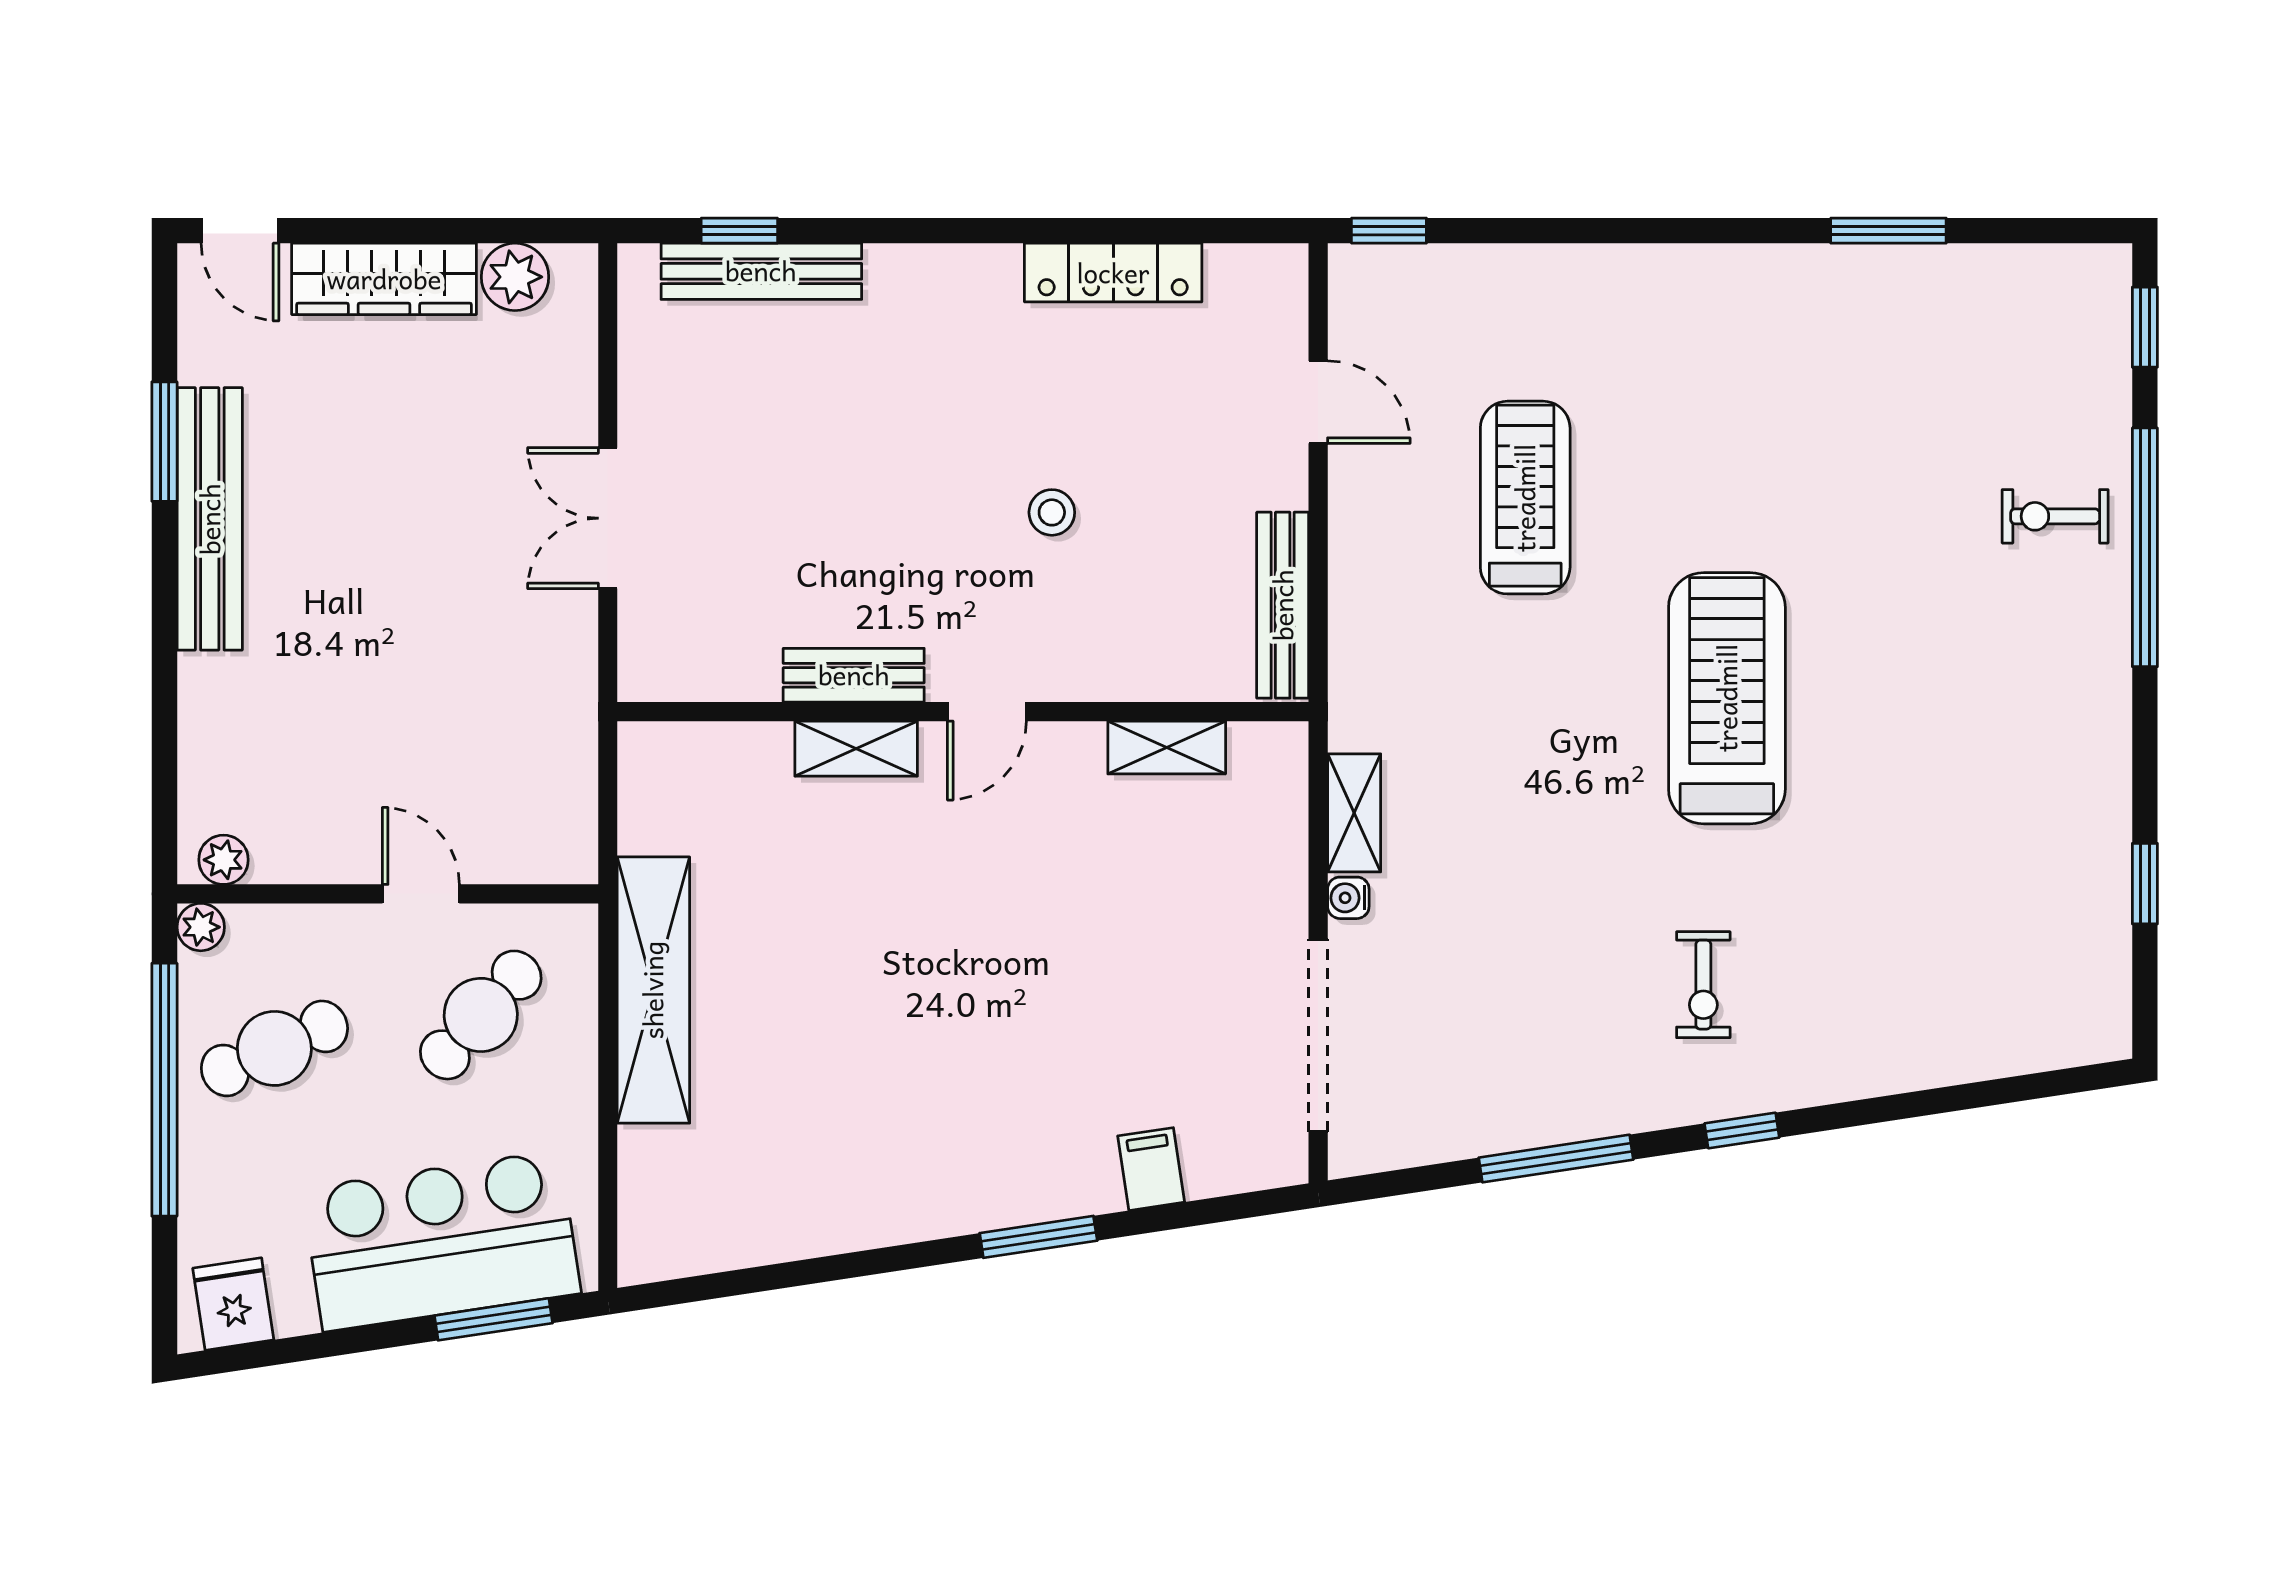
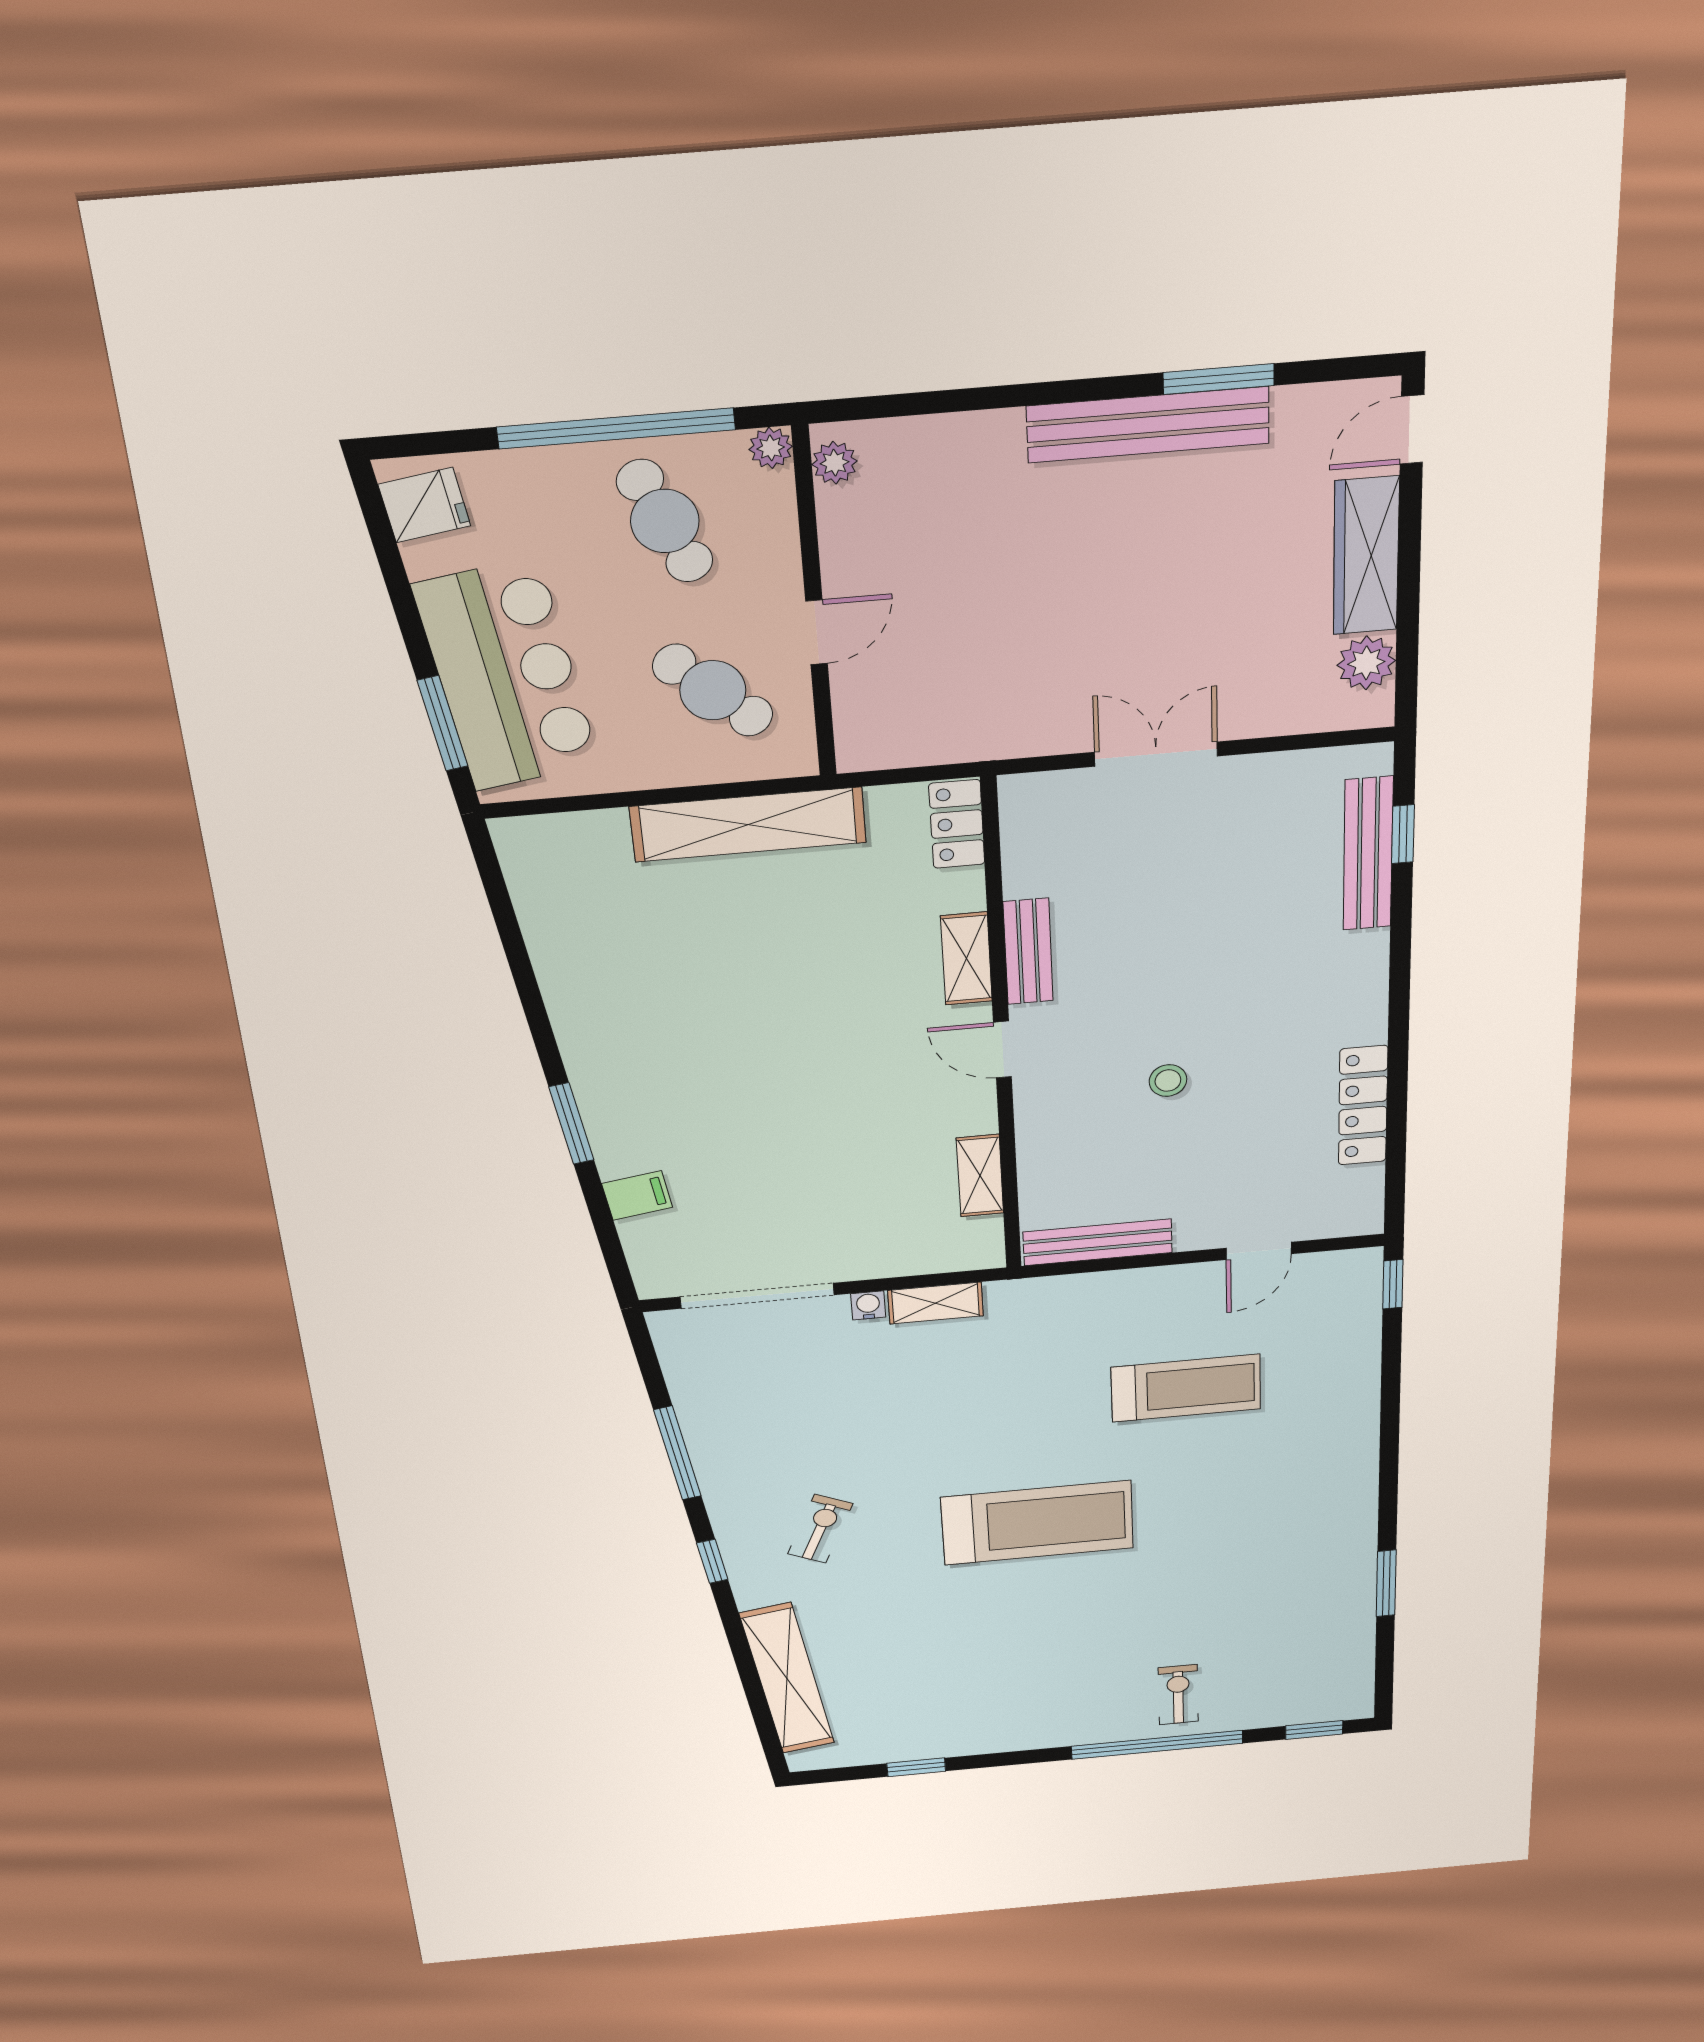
locker: (676, 751) -> (957, 824), added
exercise bike: (1703, 985) -> (820, 1529), turned 114
shelving: (1960, 1049) -> (787, 1679), added

